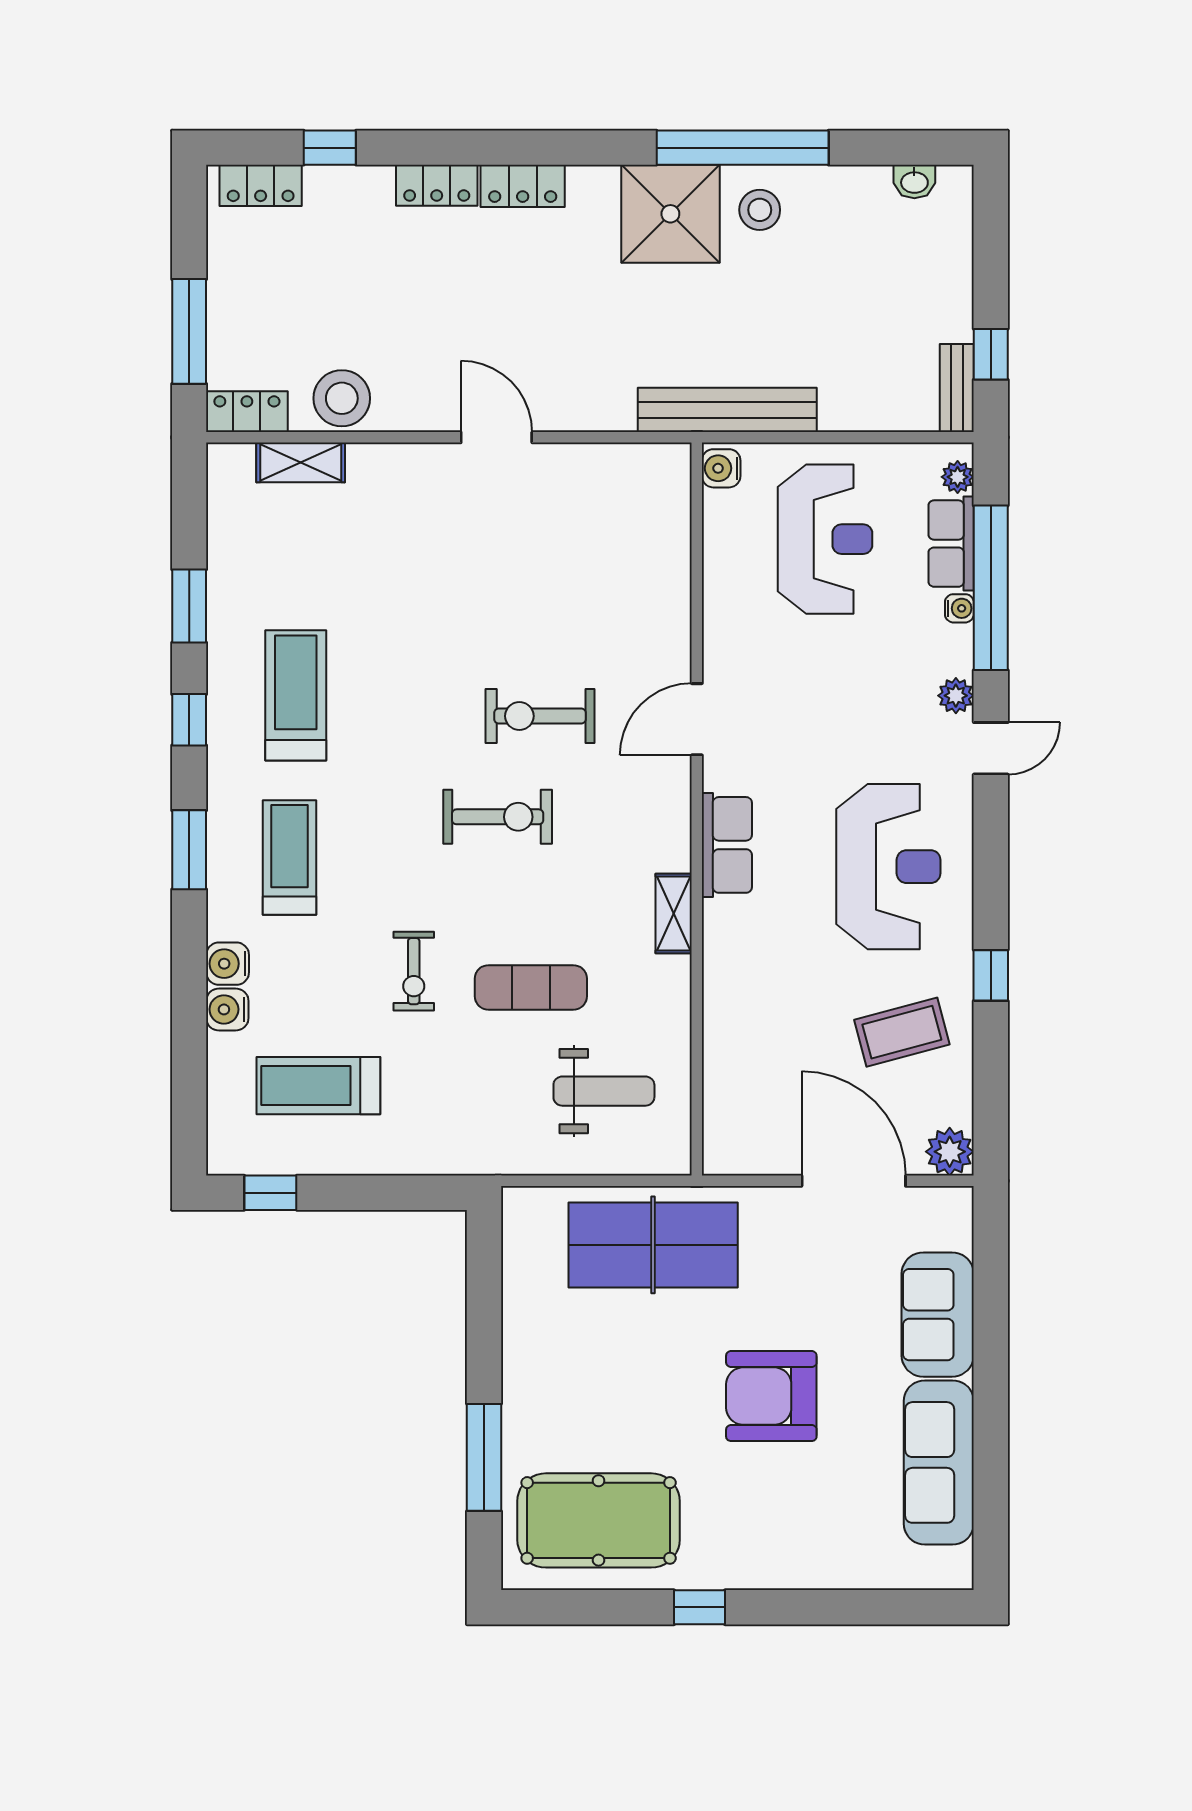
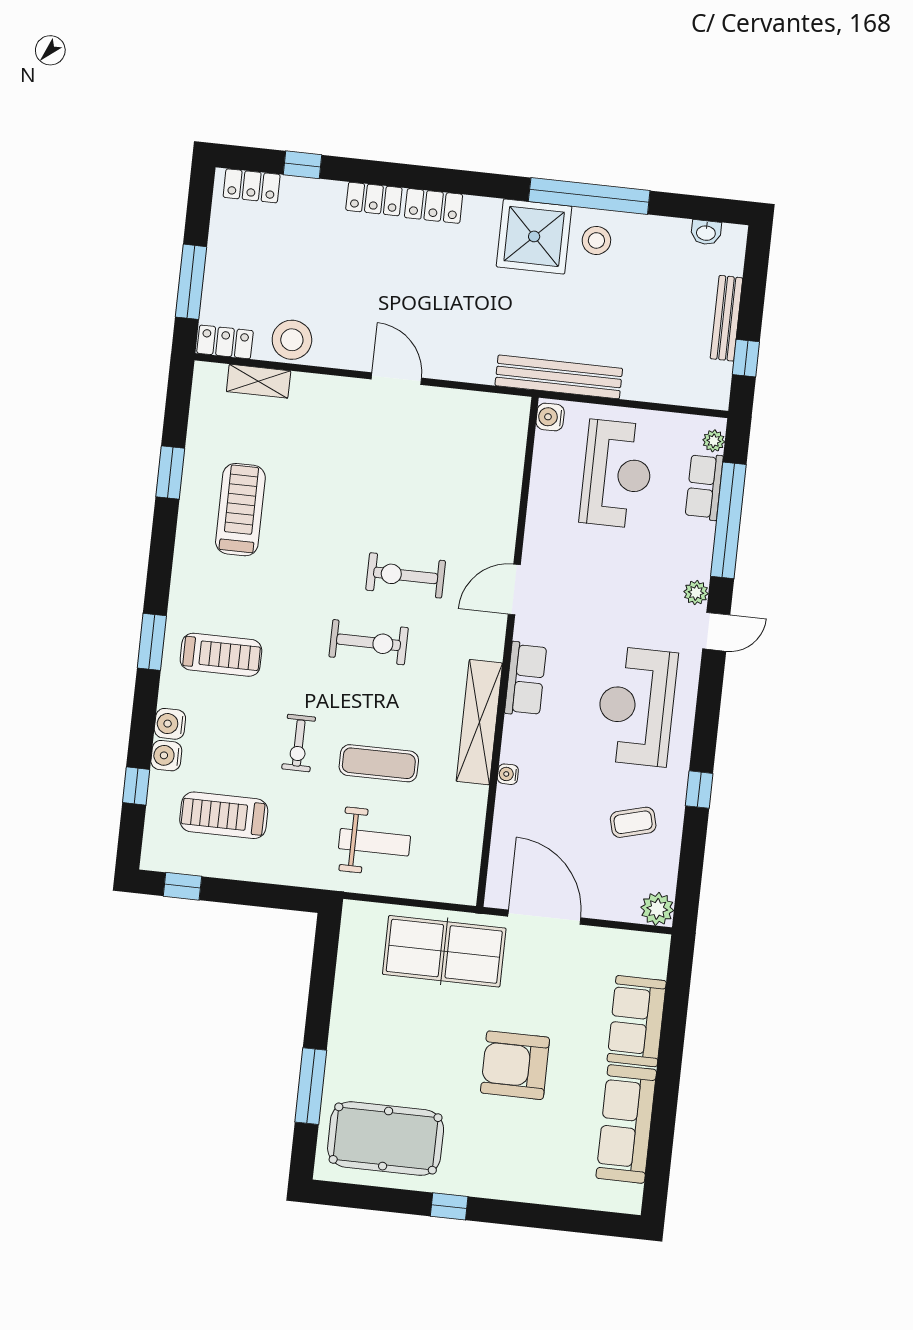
bench: (957, 388) -> (726, 318), moved, width x1.36
water cooler: (959, 608) -> (508, 774), moved, turned 180
treadmill: (296, 695) -> (240, 510), moved
window: (189, 720) -> (136, 786), moved
treadmill: (289, 857) -> (221, 655), turned 90
reception desk: (888, 867) -> (636, 706), turned 180
shelving: (674, 913) -> (479, 722), width x2.20, depth x1.33
coffee table: (902, 1032) -> (633, 822), width x0.73, depth x0.77
weight bench: (604, 1091) -> (374, 842), moved
door: (854, 1181) -> (544, 917), moved

